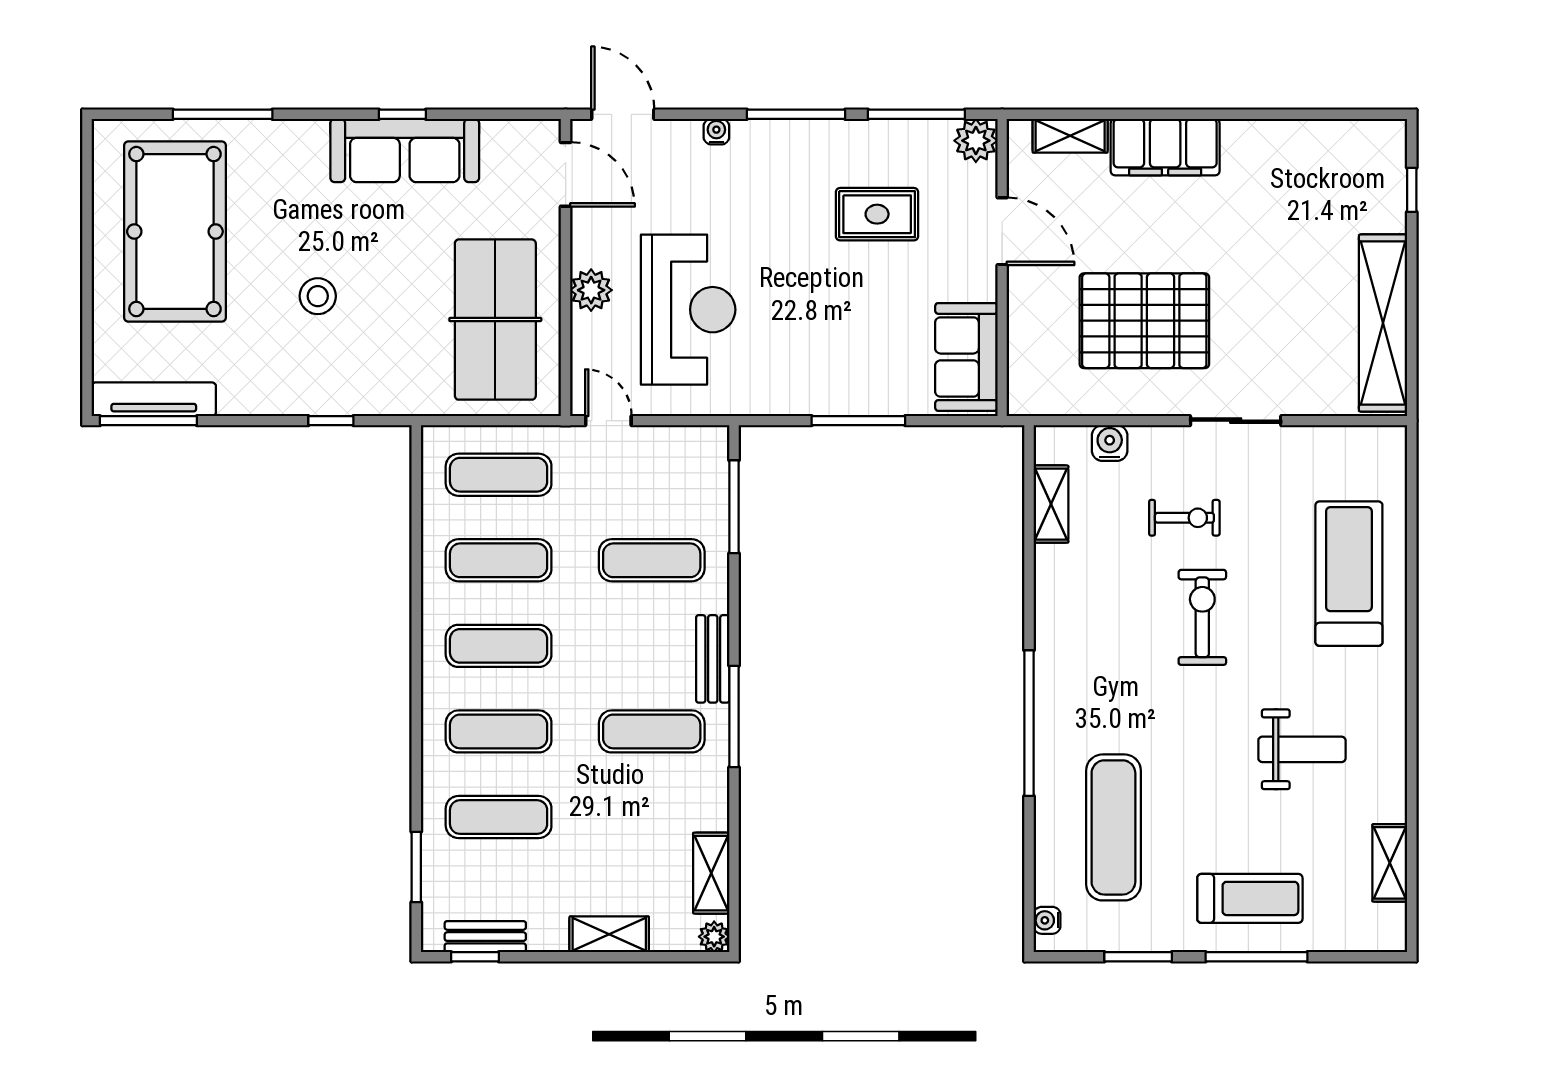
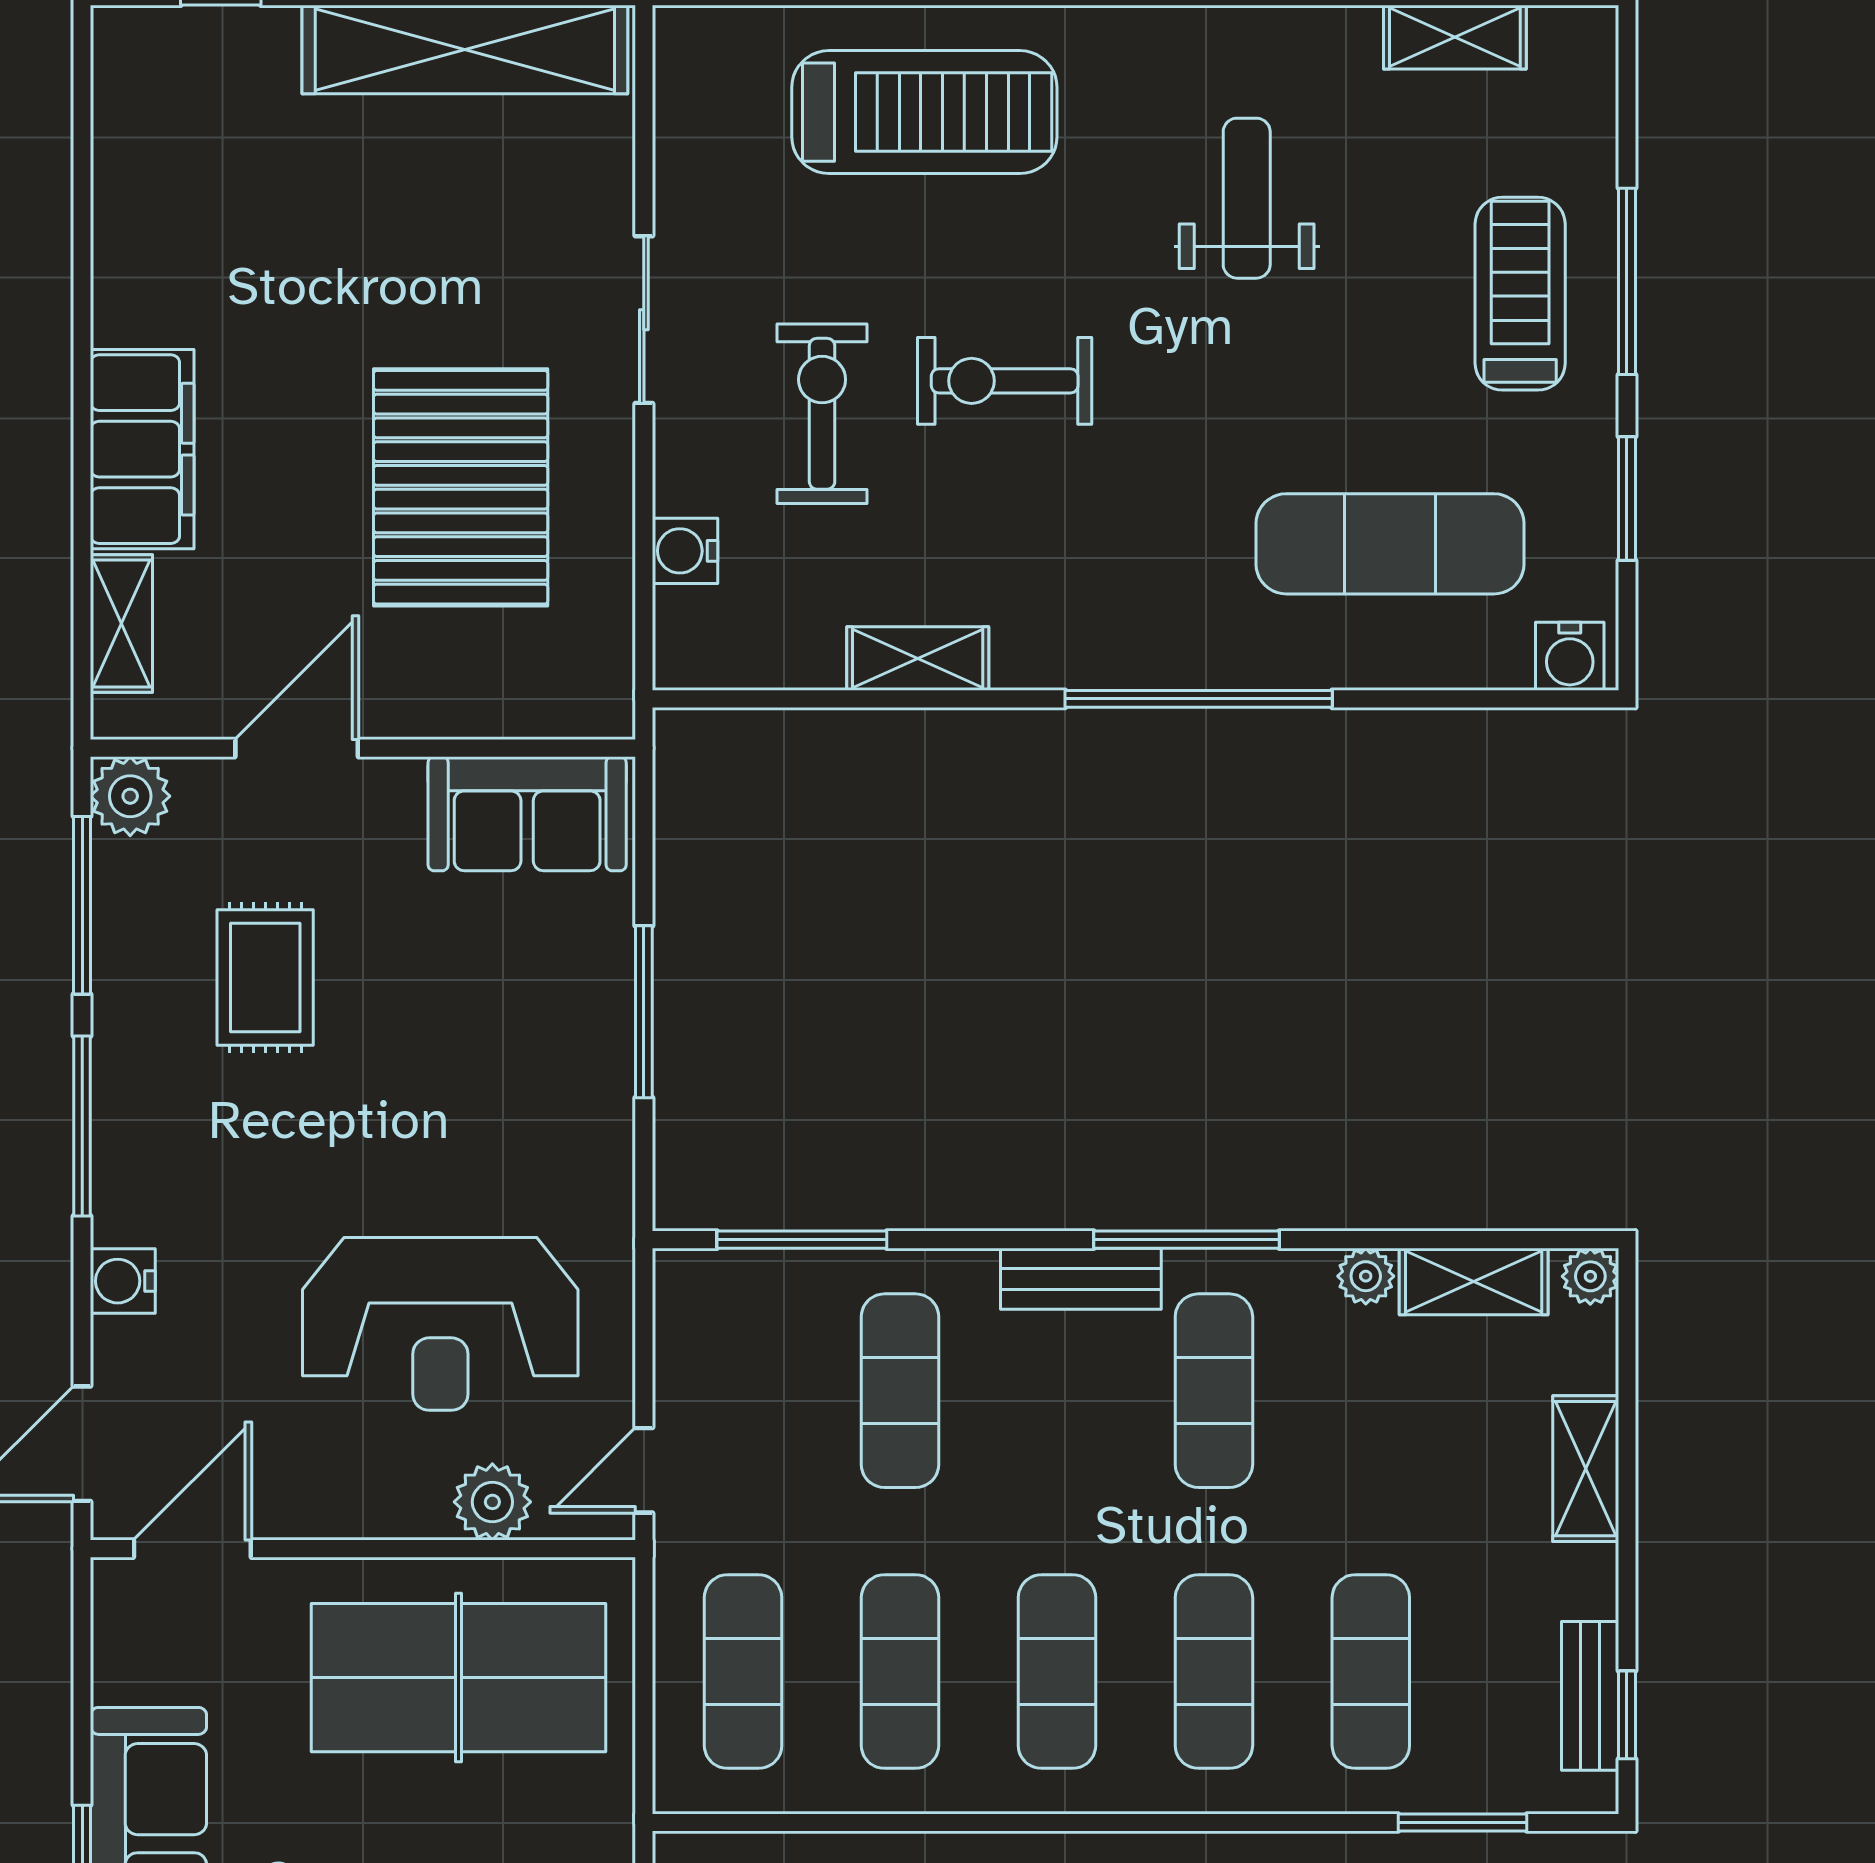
water cooler: (716, 132) -> (123, 1281), width x1.38, depth x1.38
plant: (591, 290) -> (492, 1502), moved
reception desk: (688, 310) -> (440, 1324), turned 180
shelving: (1051, 504) -> (918, 659), moved
exercise bike: (1184, 518) -> (822, 414), width x1.38, depth x1.39
treadmill: (1349, 574) -> (924, 112), turned 180
plant: (714, 814) -> (1366, 1276), added
water cooler: (1047, 920) -> (1570, 656), width x1.38, depth x1.38

